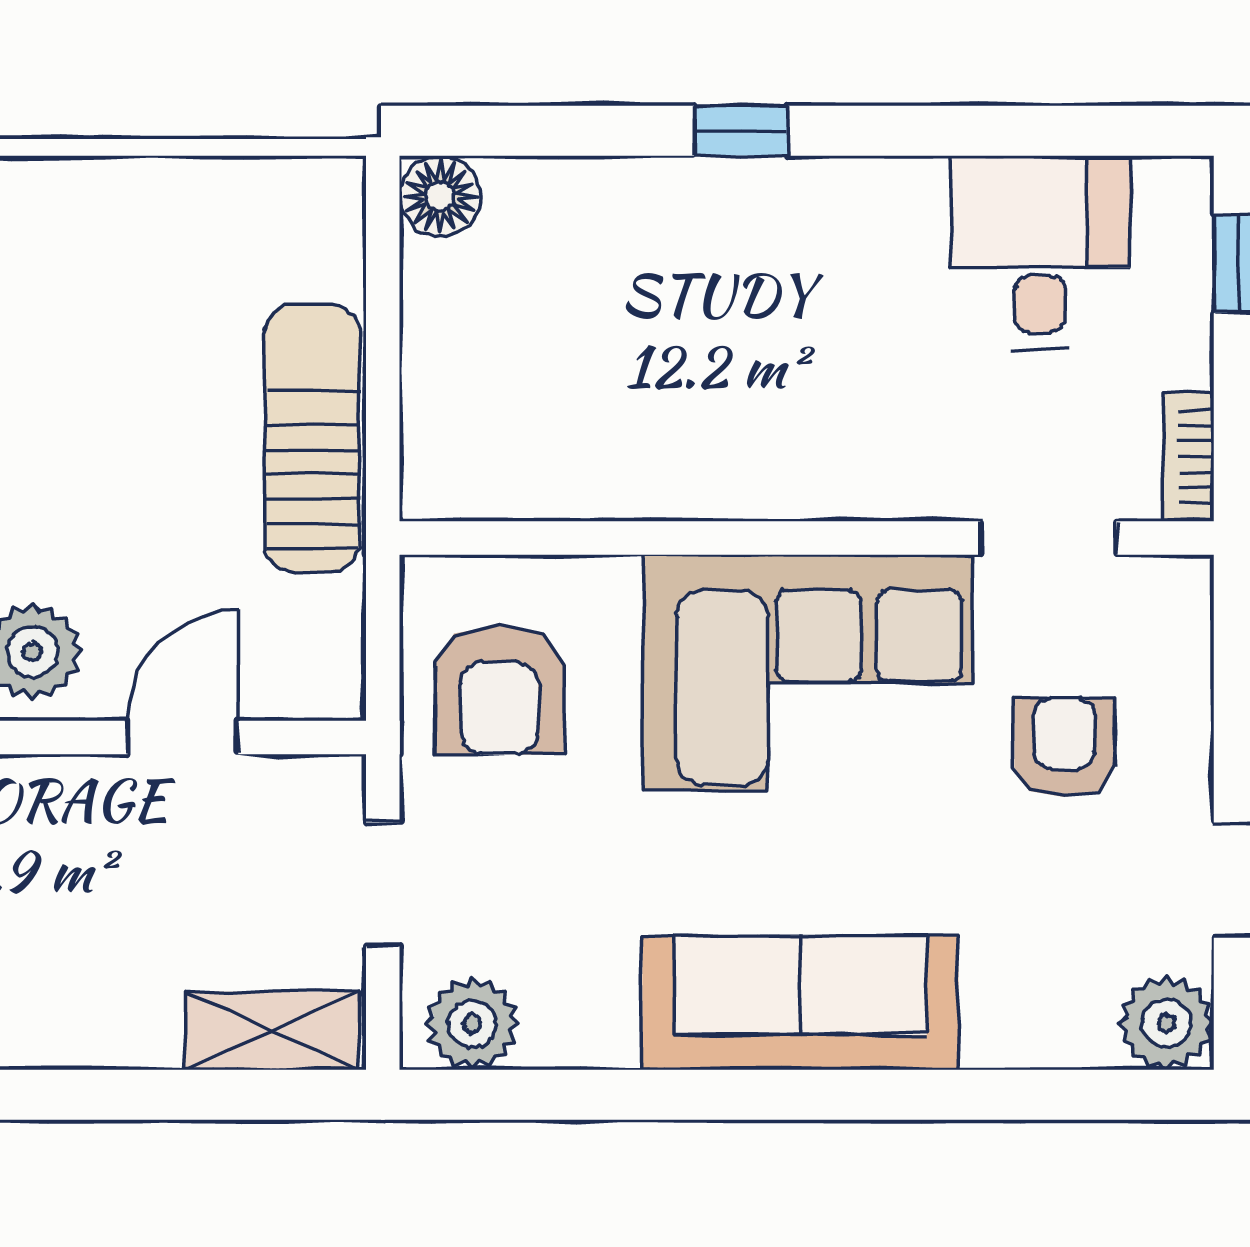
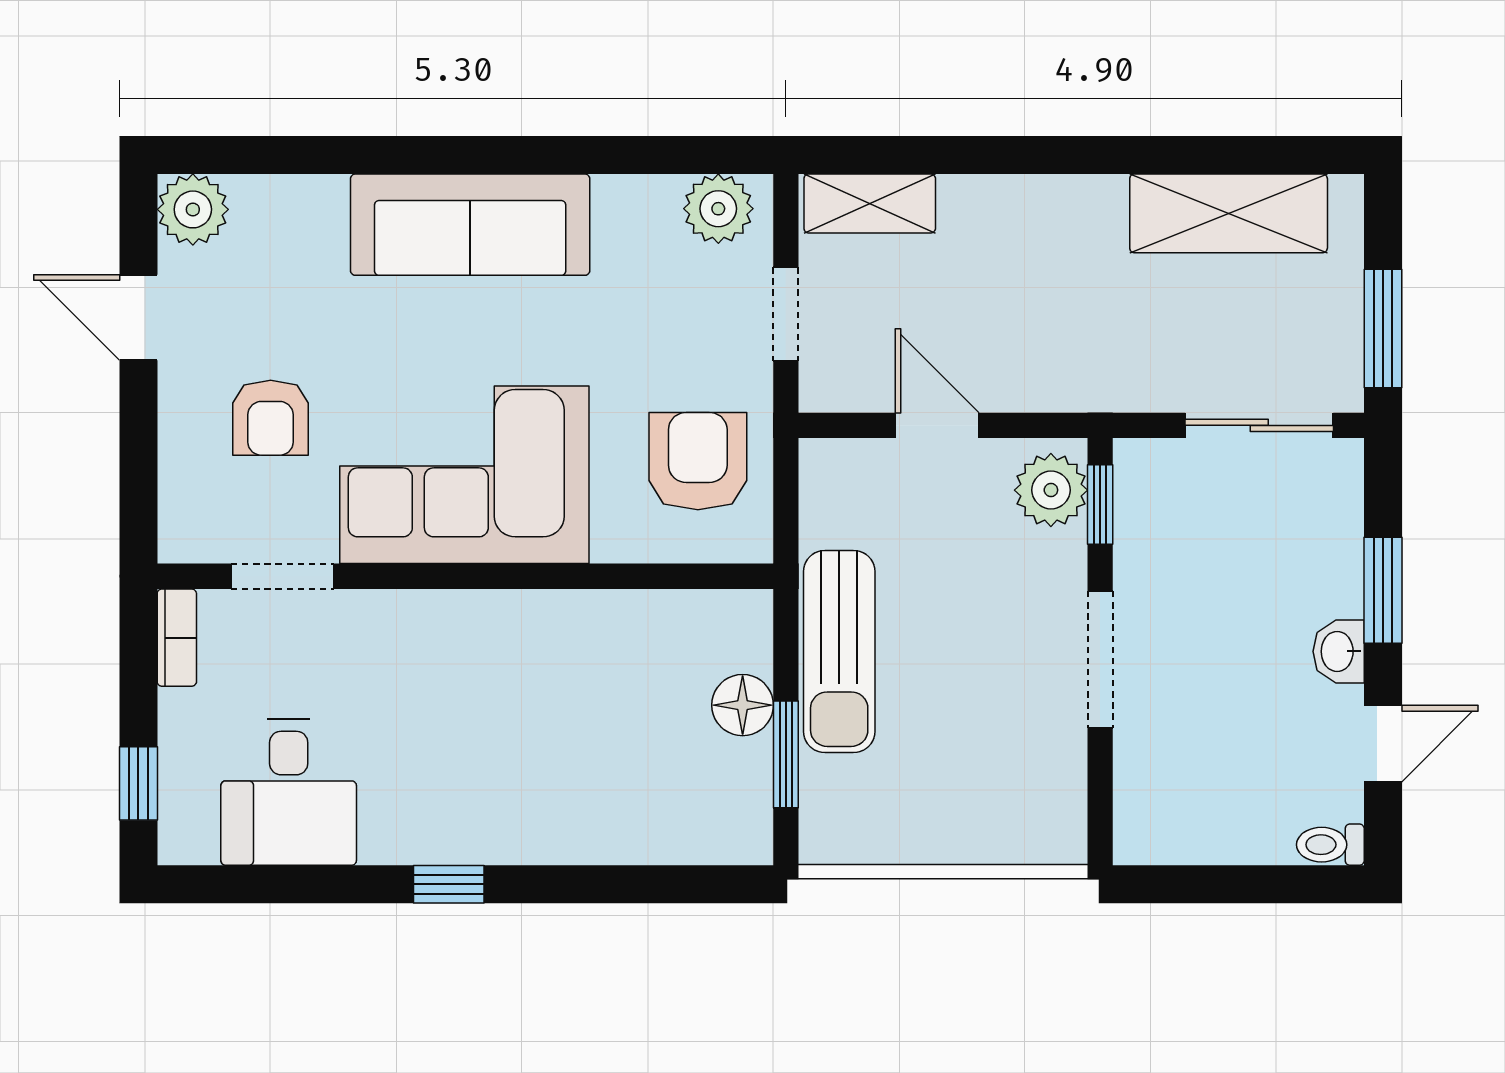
window: (741, 131) -> (449, 884), moved
floor lamp: (440, 196) -> (743, 705), moved
window: (383, 303) -> (786, 754), added
door: (183, 737) -> (937, 425), swing flipped

